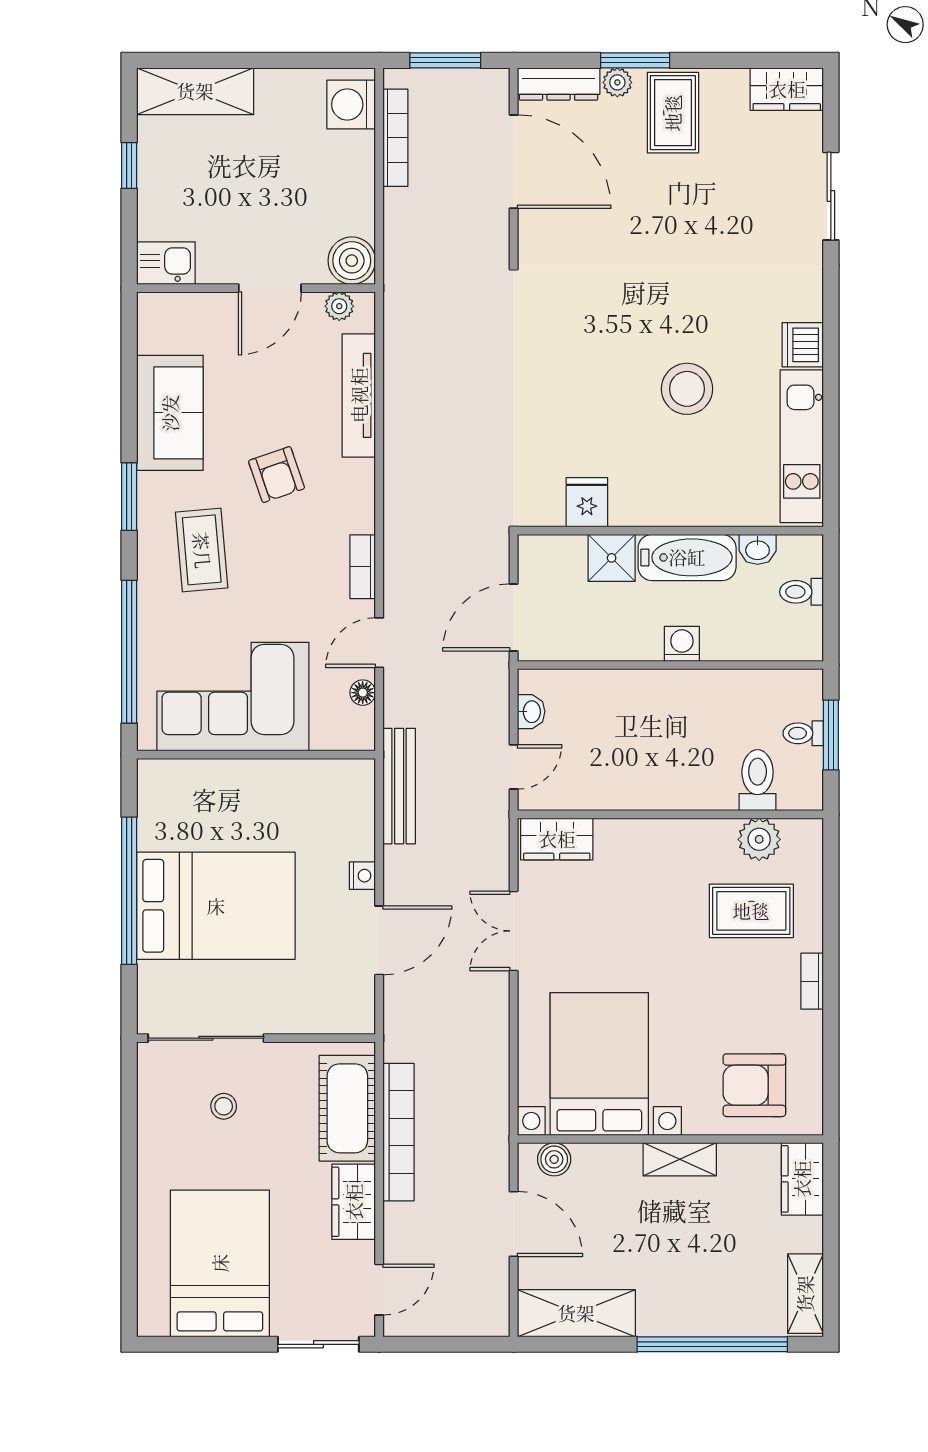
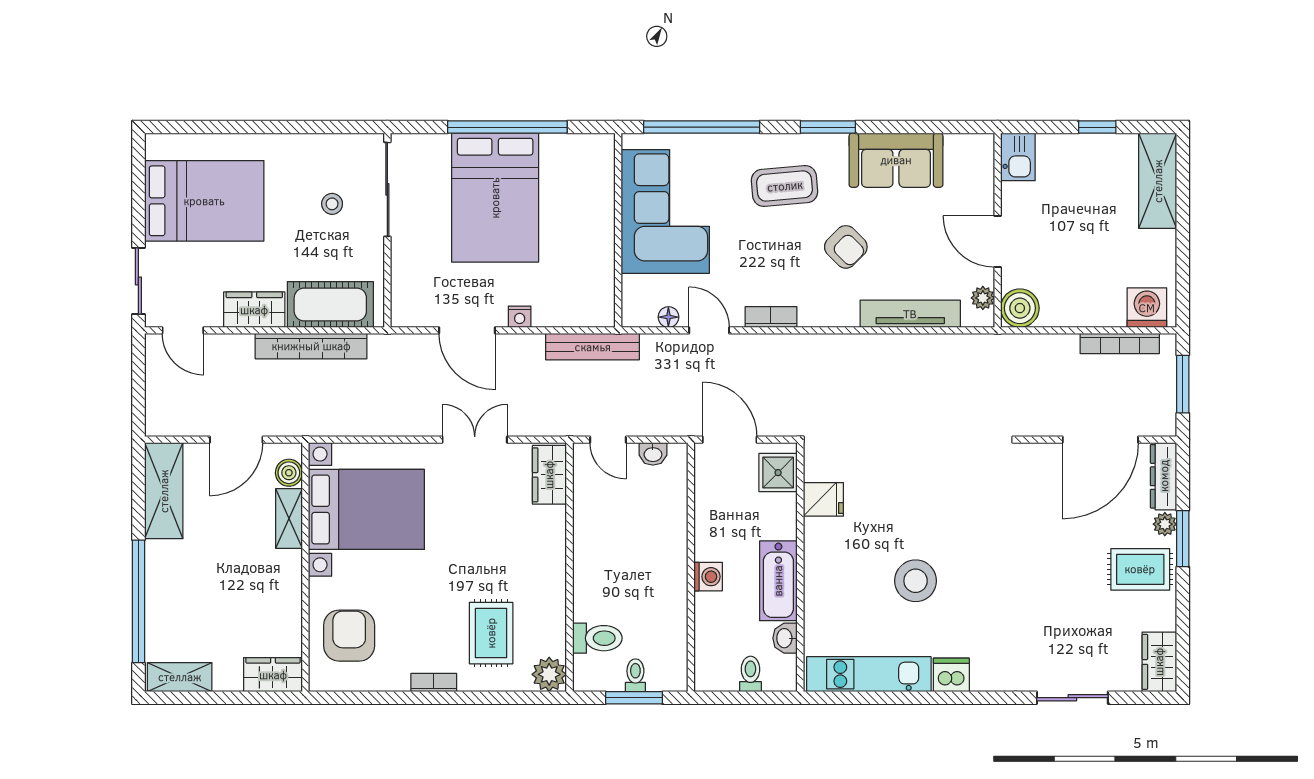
armchair: (277, 475) -> (846, 247), turned -116
shower: (612, 558) -> (778, 473), moved
plant: (759, 839) -> (549, 674), moved
shelving: (680, 1159) -> (289, 519), moved

